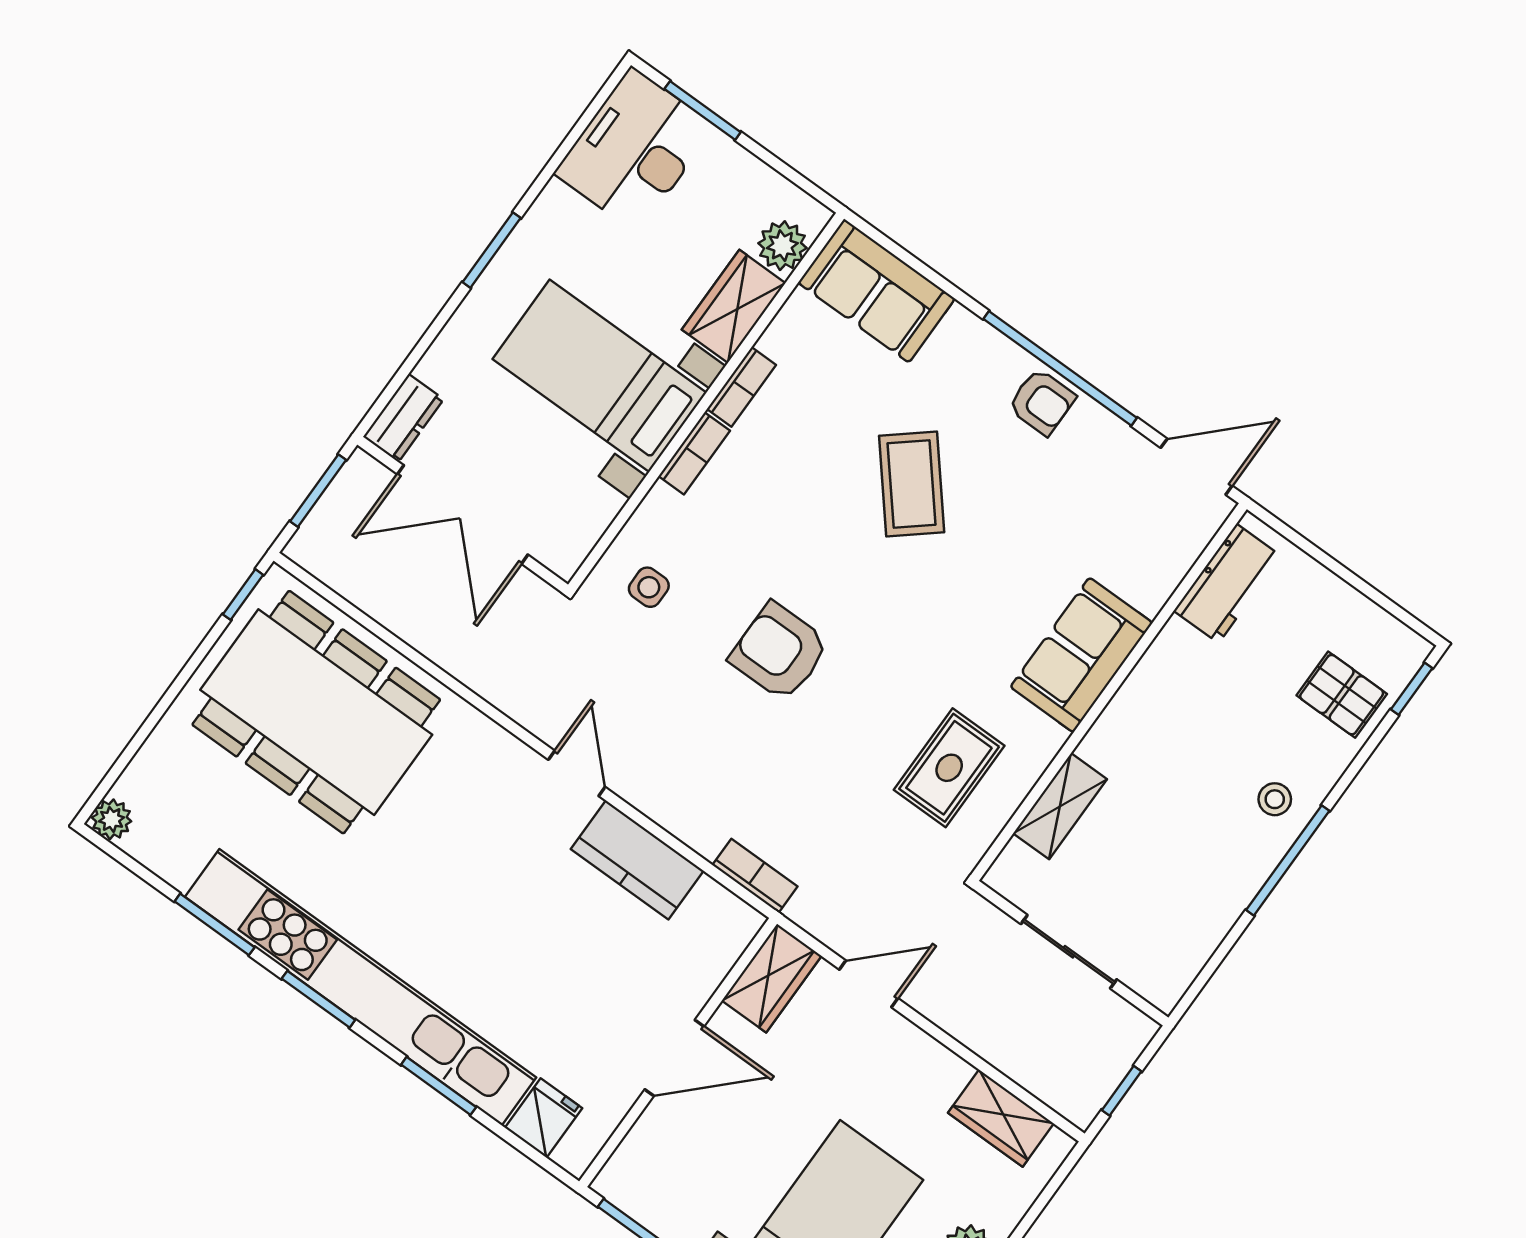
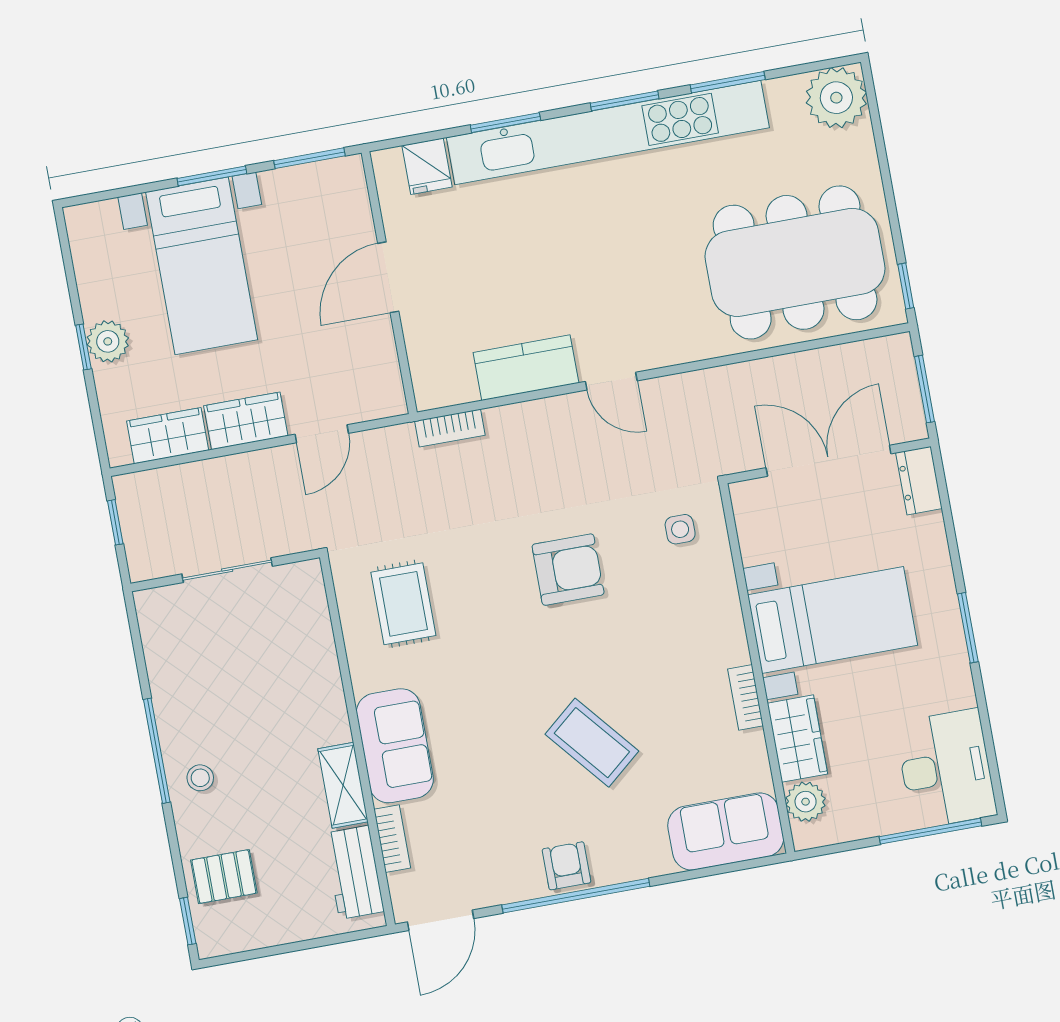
window: (703, 111) -> (930, 831), width x1.44
armchair: (1042, 402) -> (567, 866), turned 90
bookcase: (694, 453) -> (392, 839), moved, turned 180
shelving: (1060, 806) -> (343, 785), moved
plant: (112, 819) -> (836, 98), width x1.87, depth x1.87
wardrobe: (772, 978) -> (246, 421), moved, turned 90

